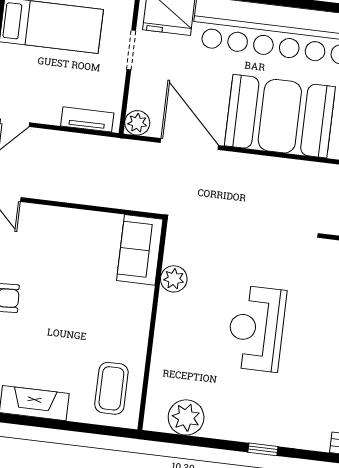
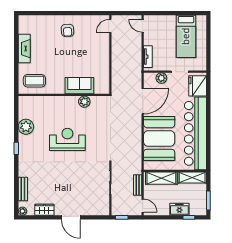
plant: (137, 123) -> (161, 78), moved
sofa: (140, 250) -> (79, 86), moved
plant: (186, 417) -> (26, 127), moved

